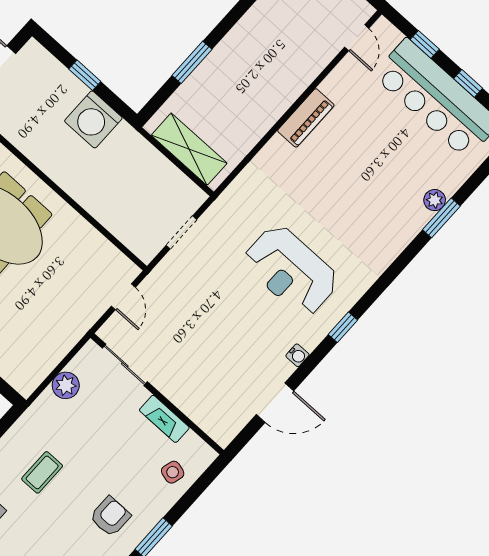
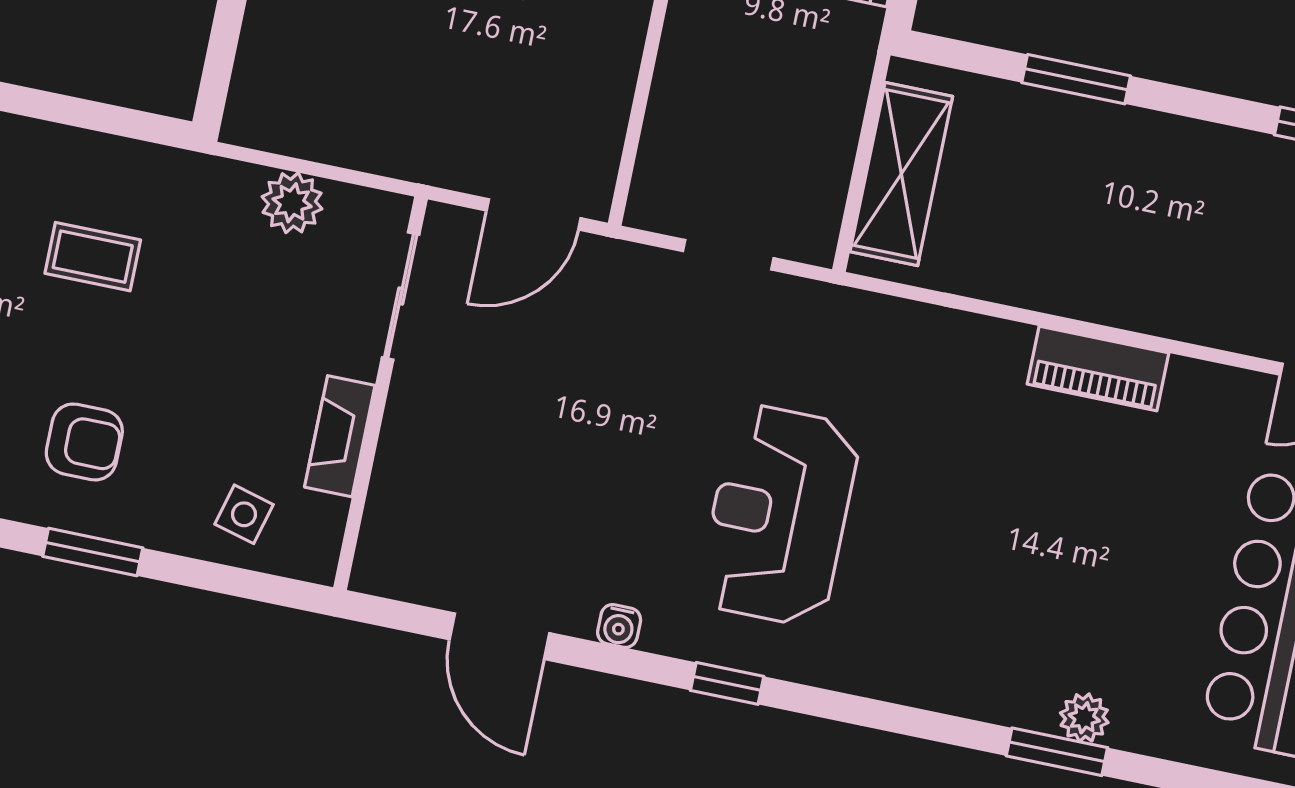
door: (123, 297) -> (534, 214), width x1.38

